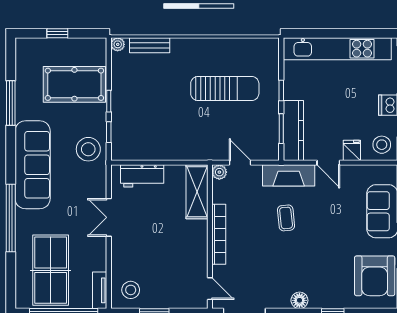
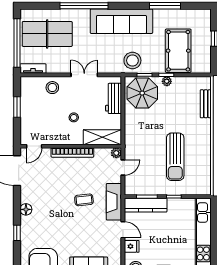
plant: (118, 44) -> (167, 81), moved
parasol: (135, 135) -> (142, 93), added
door: (328, 163) -> (123, 230), swing flipped
stool: (169, 232) -> (74, 117), added
stool: (131, 290) -> (52, 88), moved

